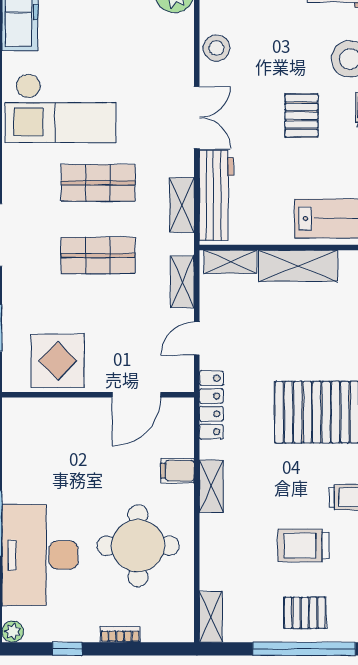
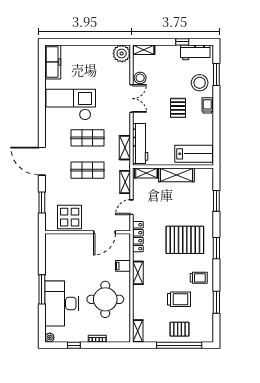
checkout: (60, 108) -> (71, 105), turned 180
double door: (197, 118) -> (131, 99), moved
trolley: (304, 545) -> (179, 299), turned 180

